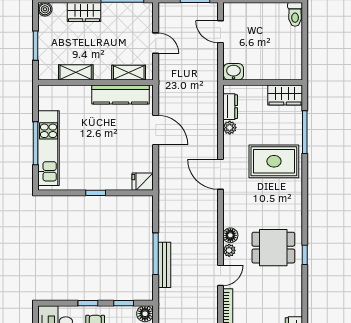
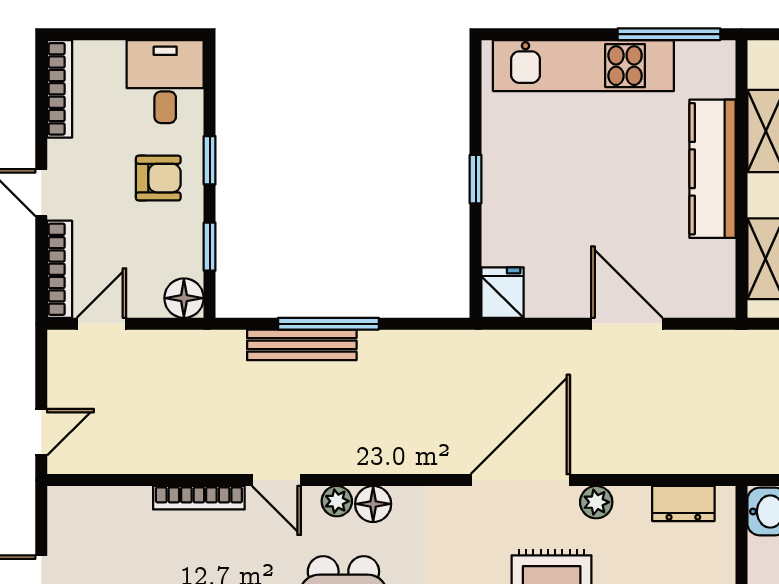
kitchen counter: (121, 95) -> (713, 169), moved
plant: (230, 128) -> (596, 502), moved
door: (156, 130) -> (627, 324), swing flipped
window: (36, 143) -> (669, 34), moved
door: (220, 174) -> (520, 480), width x1.36

